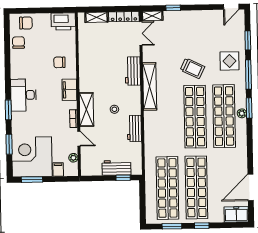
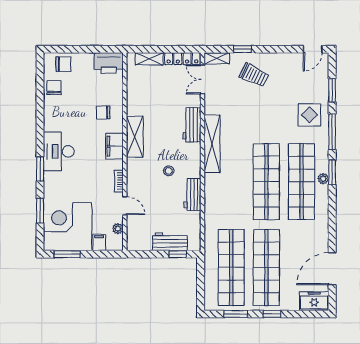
double door: (141, 33) -> (202, 79), swing flipped
trolley: (192, 68) -> (254, 75), moved
shelving: (86, 110) -> (135, 137), moved

